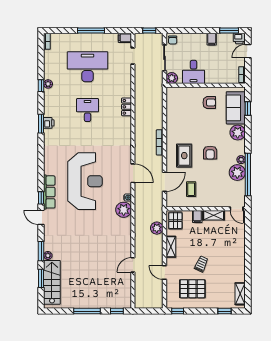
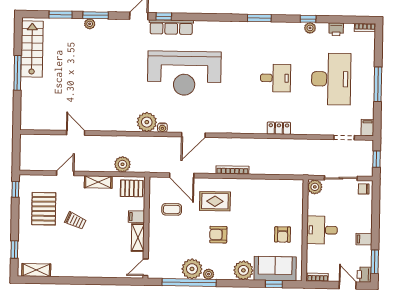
desk: (194, 72) -> (322, 230), moved
printer: (49, 123) -> (336, 29), moved
stairs: (52, 282) -> (32, 49), moved, turned -90
window: (117, 311) -> (17, 111), removed

